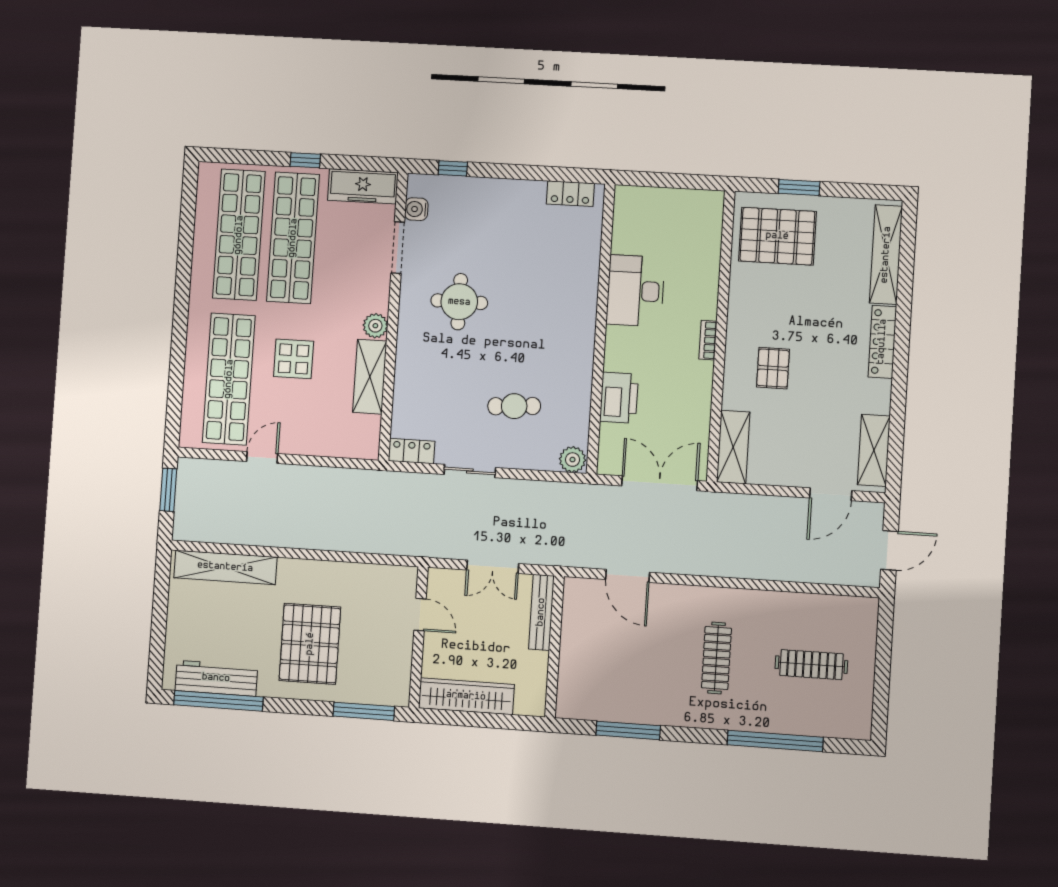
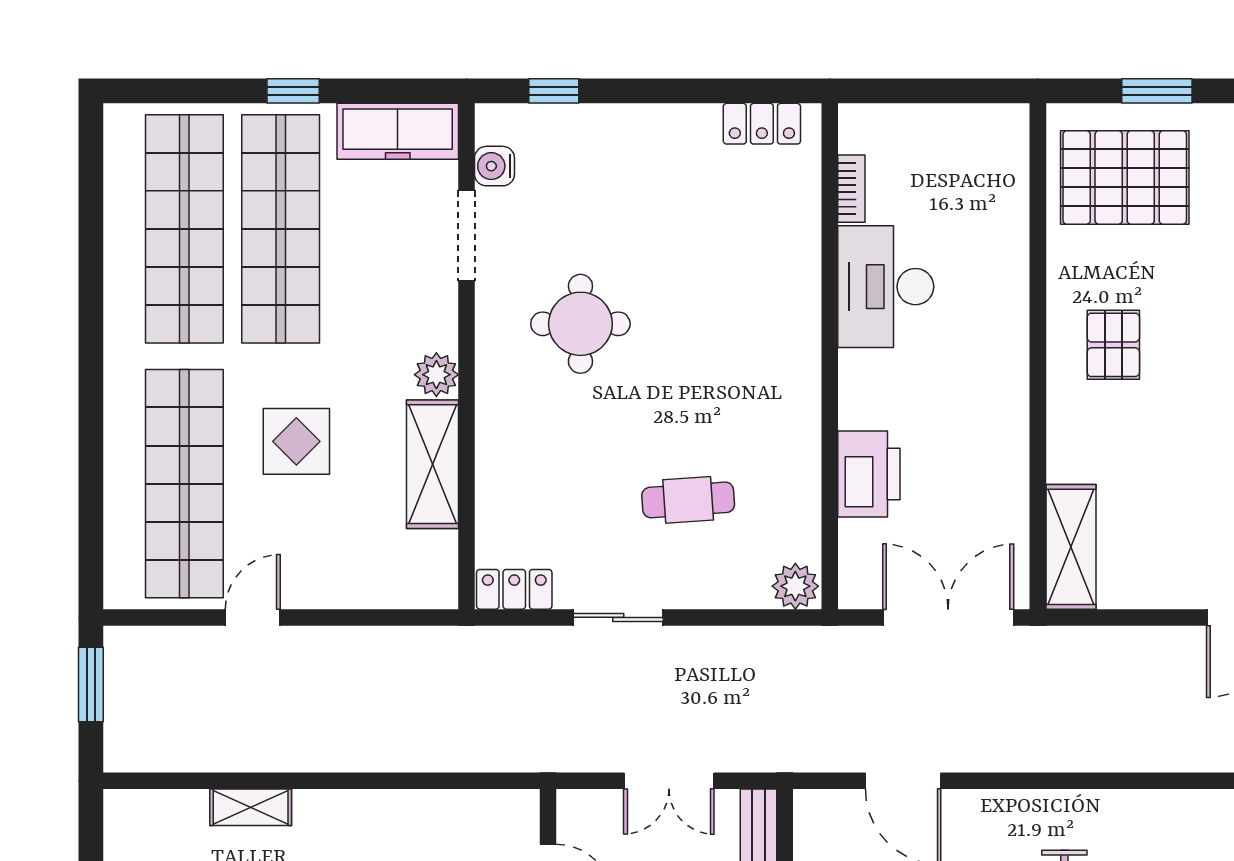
bookcase: (708, 340) -> (851, 189), moved, turned 180
pallet: (773, 368) -> (1113, 345), moved
shelving: (225, 567) -> (251, 807), width x0.45, depth x0.75

